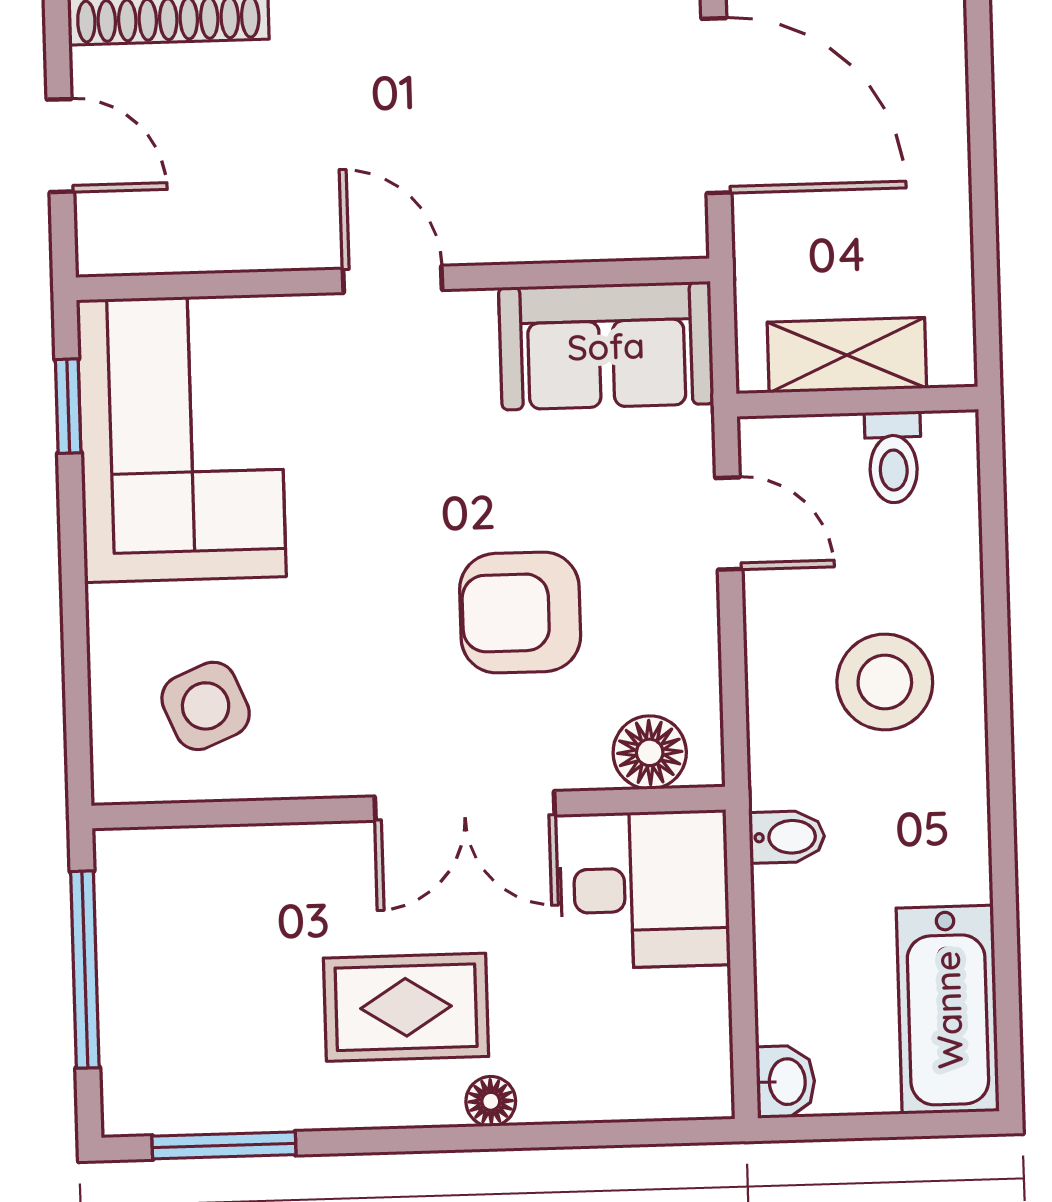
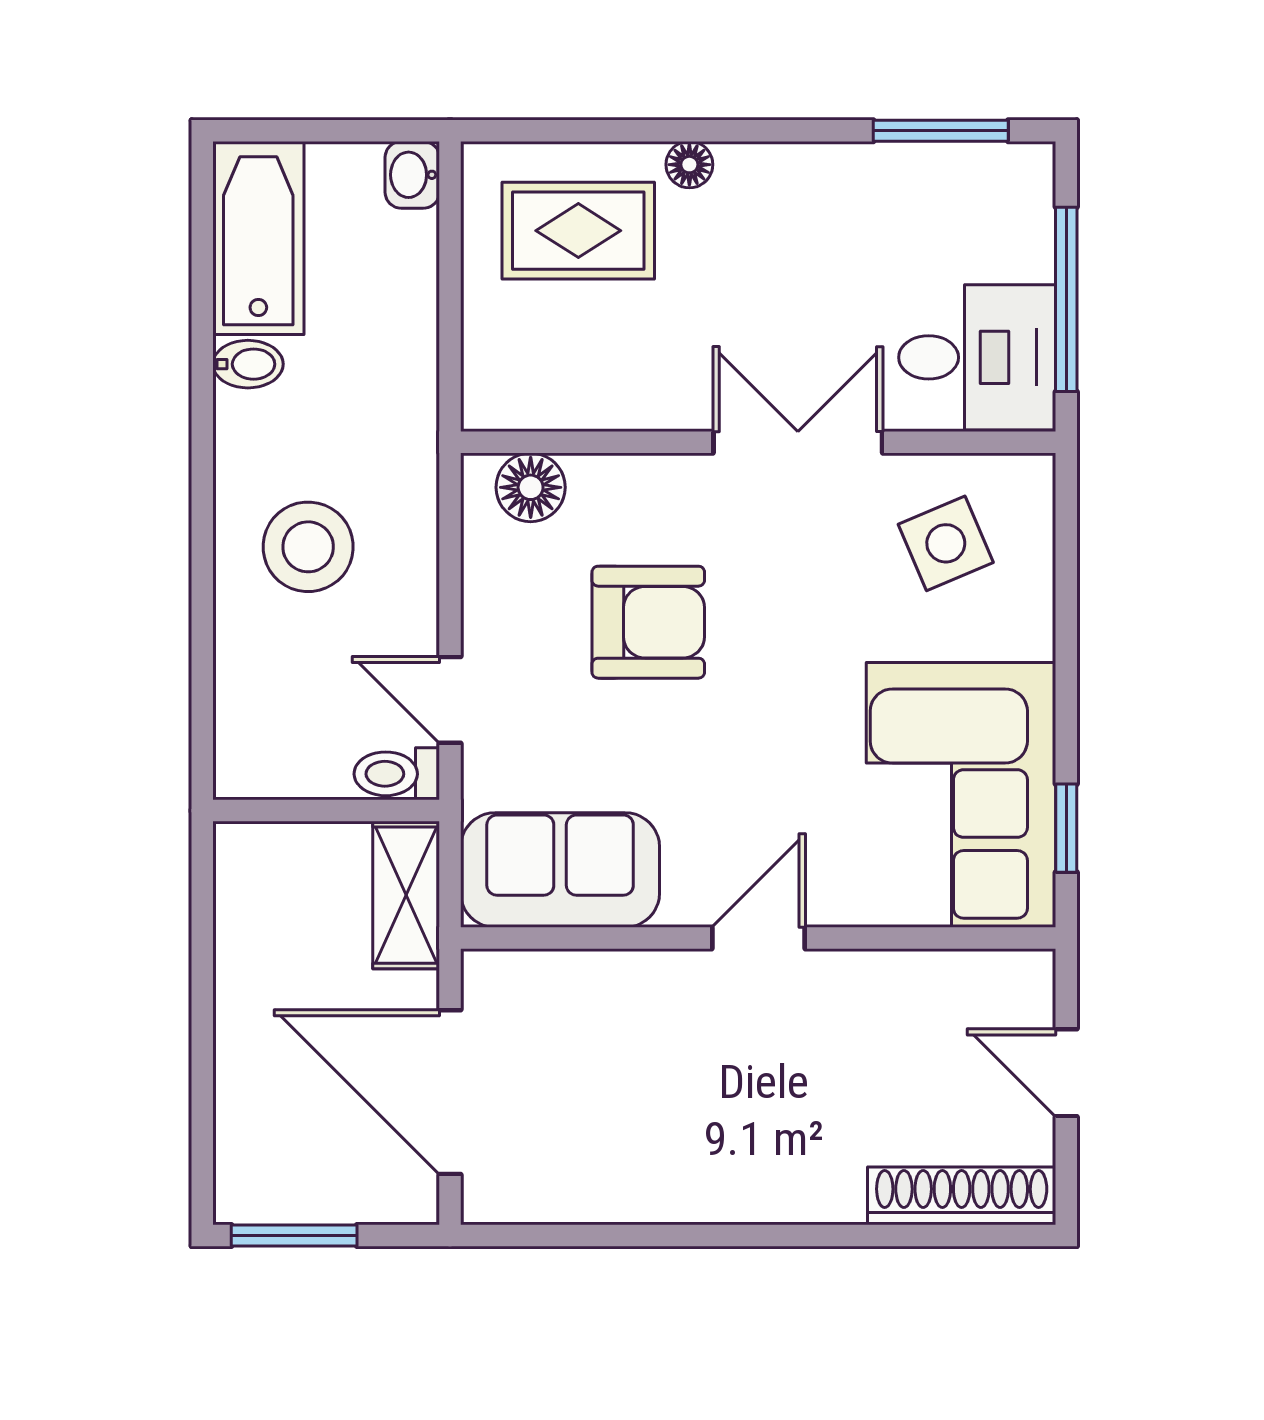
door: (393, 279) -> (759, 938), swing flipped
shelving: (847, 355) -> (406, 895), moved, turned 90
toilet: (893, 457) -> (397, 774), moved, turned -90
double door: (465, 806) -> (798, 442), moved
bidet: (787, 837) -> (248, 364), moved, turned 180
desk: (645, 890) -> (977, 357), moved, turned 180
rug: (406, 1007) -> (578, 231), moved

